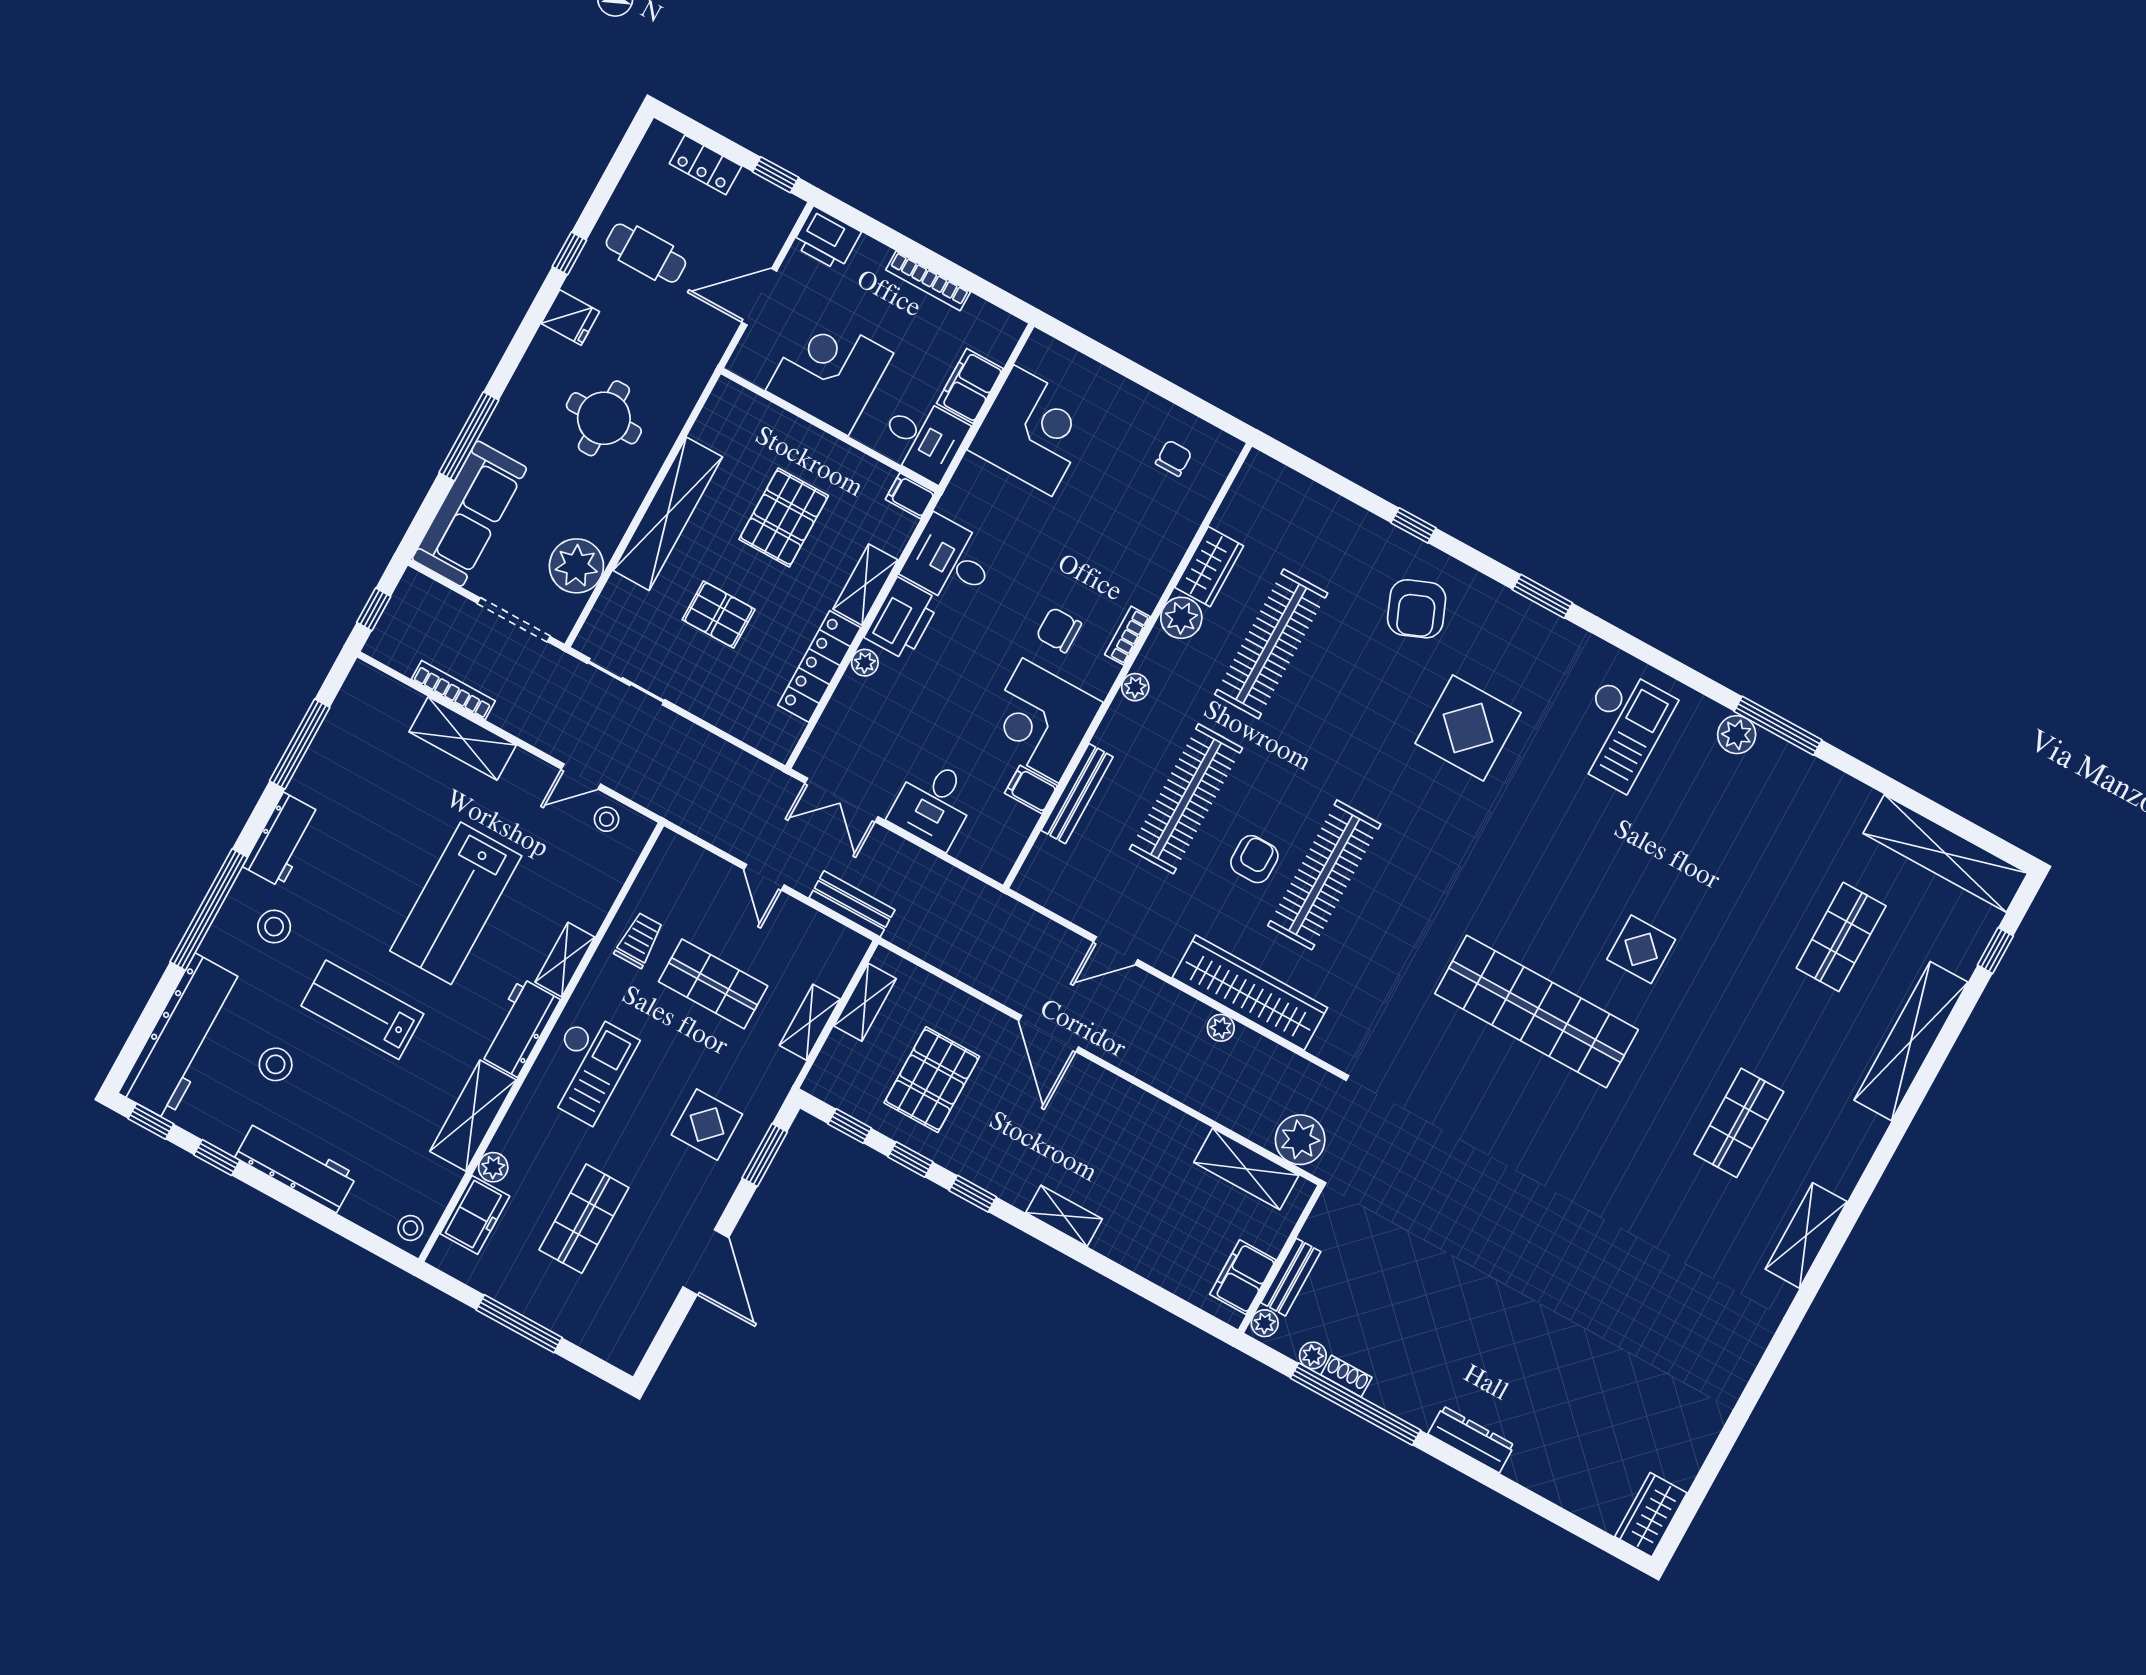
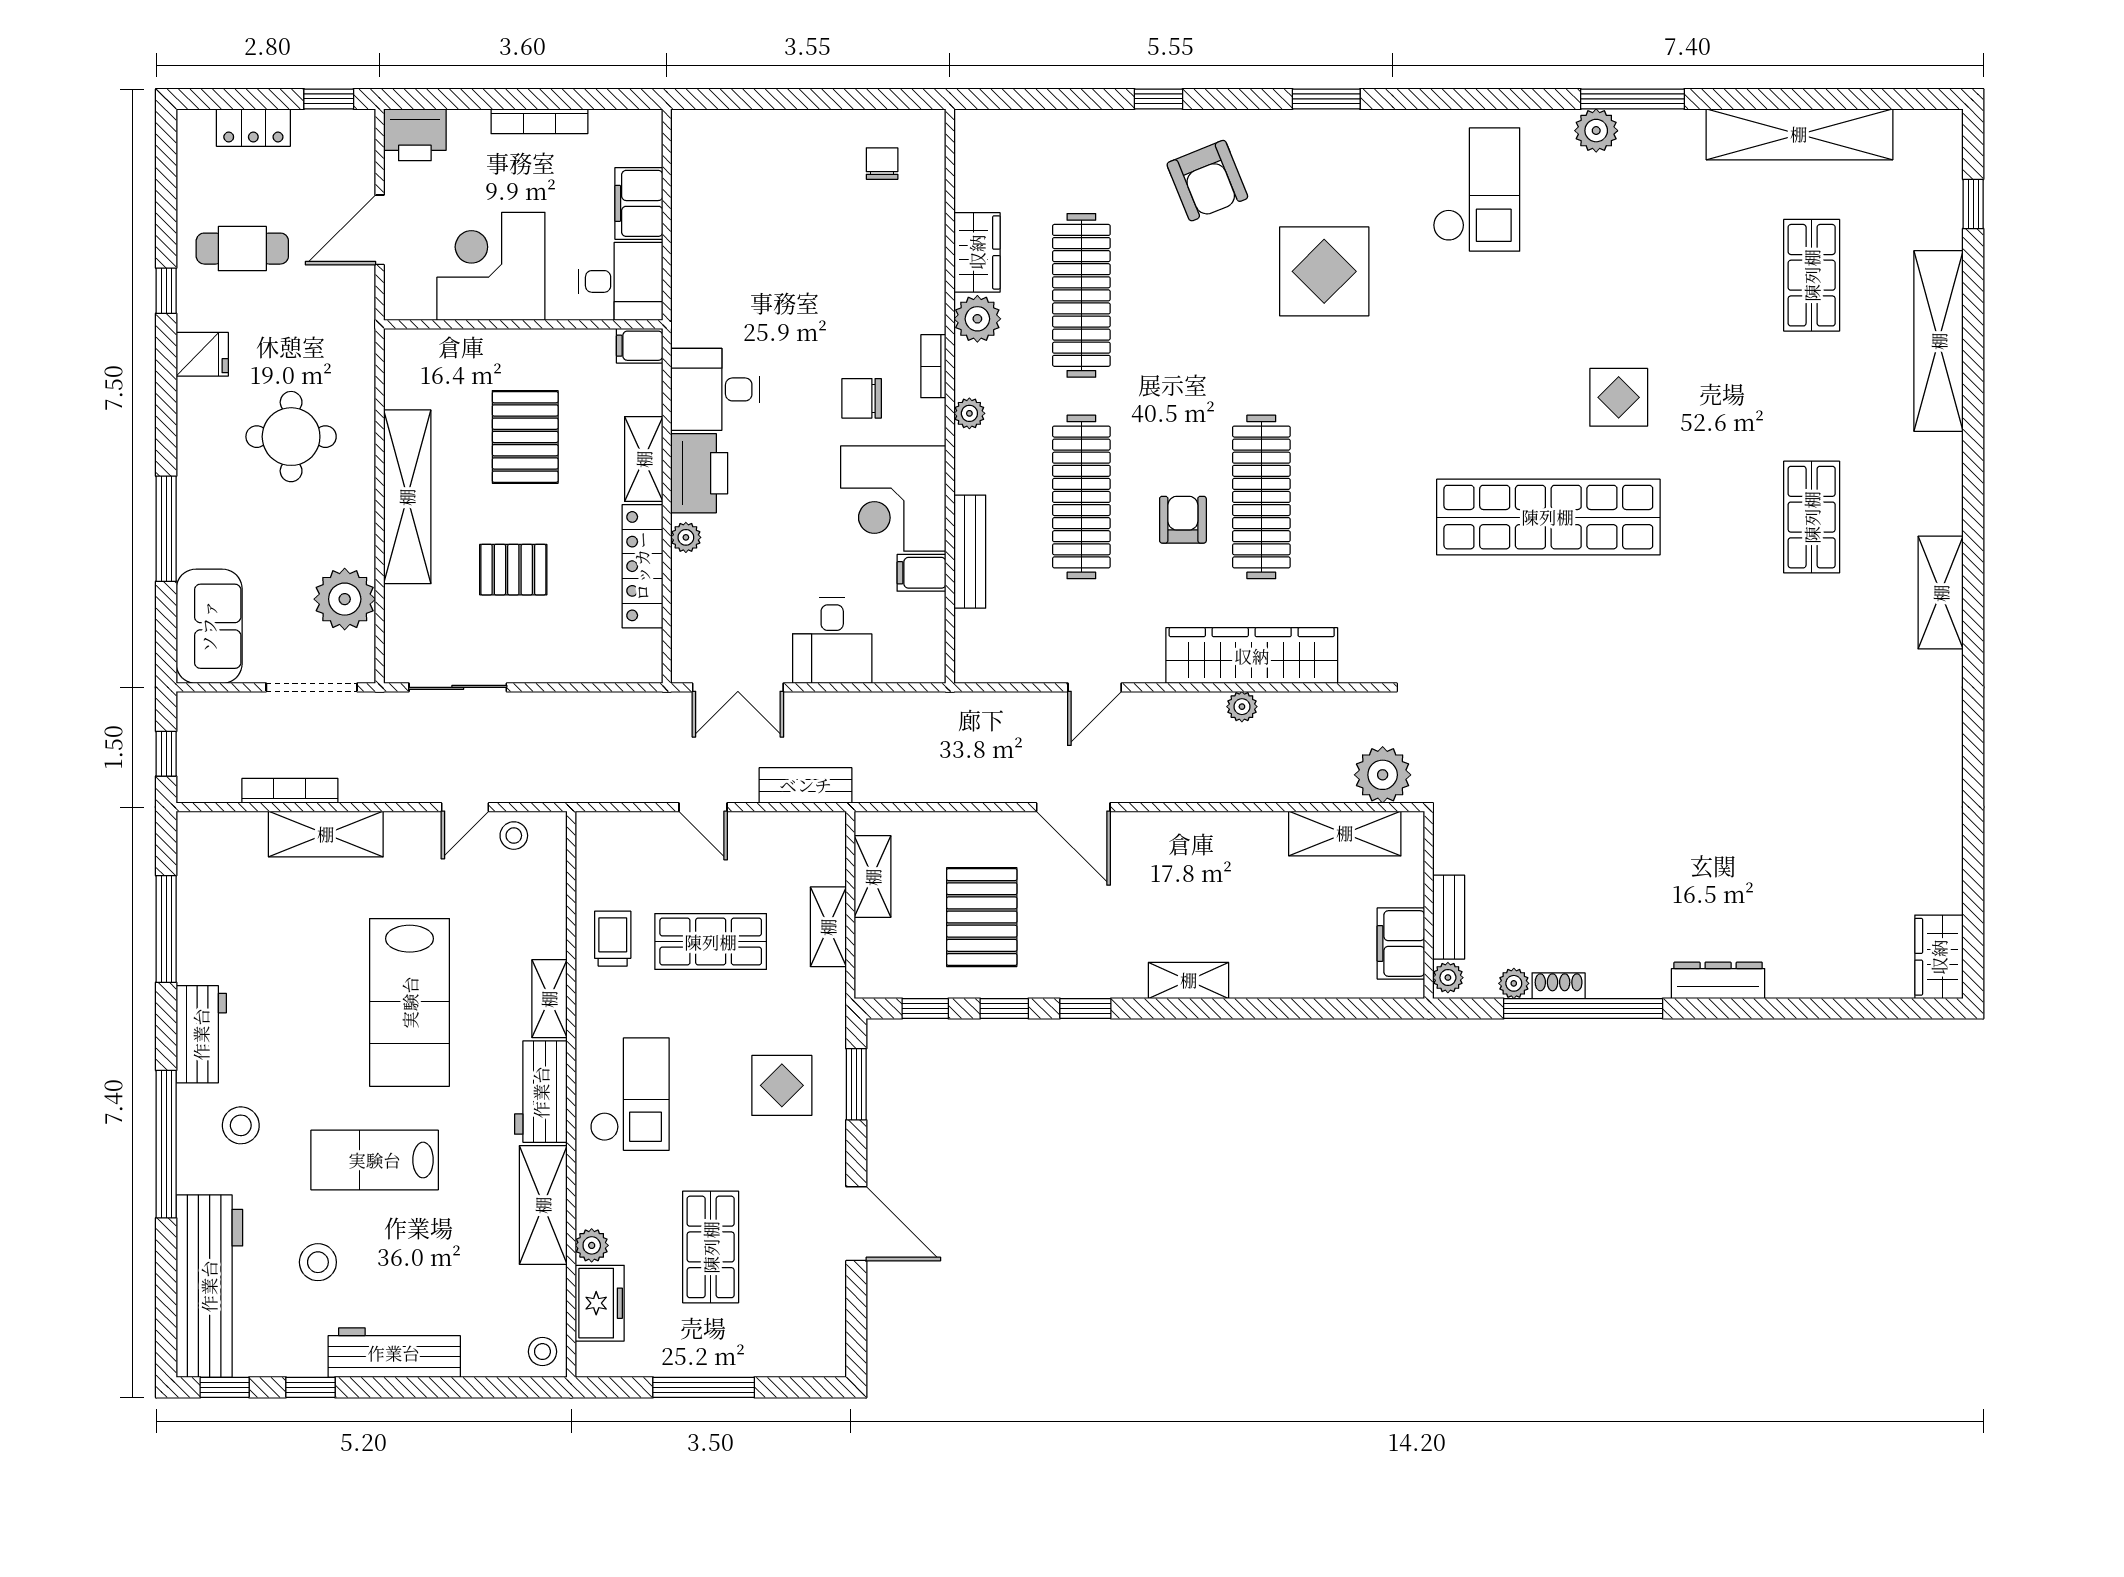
corner desk: (1033, 431) -> (726, 213), removed
sofa: (469, 514) -> (209, 626), width x0.73
shelving: (1945, 853) -> (1799, 134), moved

